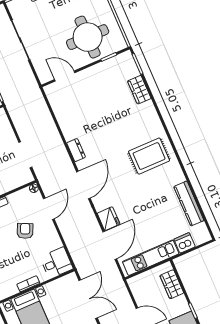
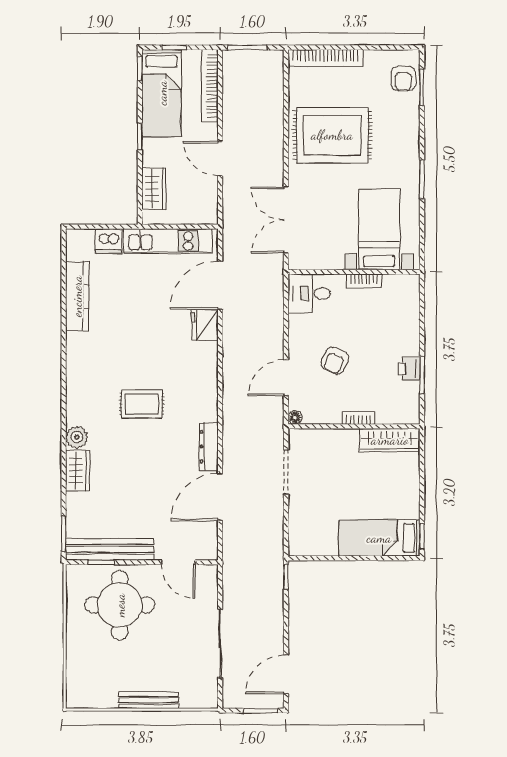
bench: (107, 66) -> (110, 549), added
wardrobe: (139, 90) -> (78, 470), moved
plant: (154, 123) -> (77, 437), added
dresser: (76, 150) -> (209, 447), width x1.44
rug: (149, 156) -> (142, 404), moved, width x0.73, depth x0.70
door: (83, 185) -> (220, 497), moved

